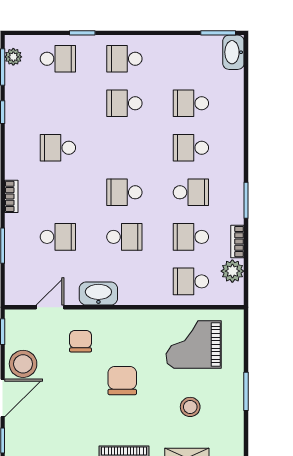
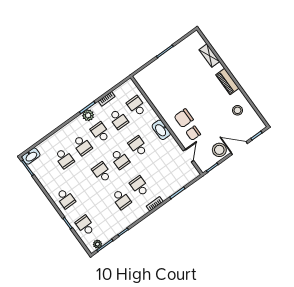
school desk: (124, 103) -> (102, 172), moved, turned 180
school desk: (58, 237) -> (139, 186), moved
plant: (232, 271) -> (88, 115), moved
school desk: (191, 281) -> (137, 106), turned 180
washbasin: (98, 294) -> (161, 130), moved
door: (50, 307) -> (188, 156), swing flipped
grand piano: (194, 344) -> (161, 86), removed
chair: (122, 381) -> (184, 118), moved
stool: (190, 407) -> (237, 110), moved

